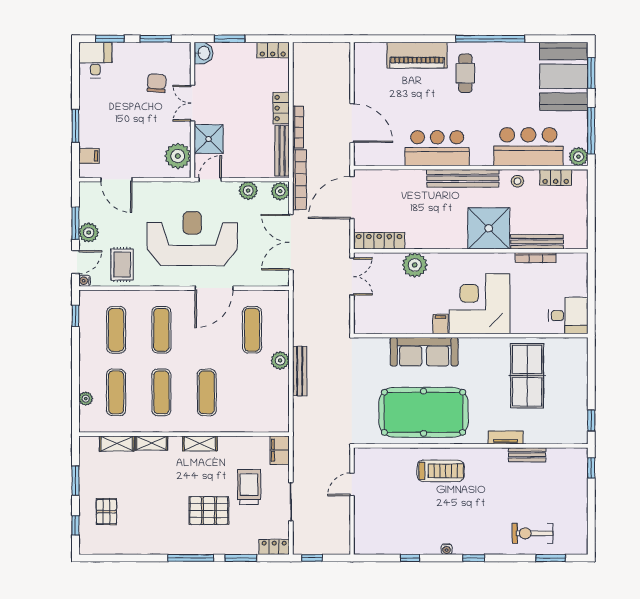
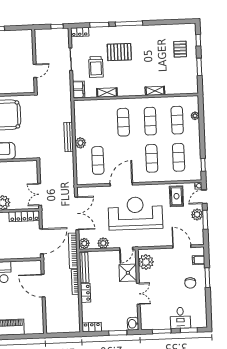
desk: (95, 60) -> (180, 318), moved
chair: (157, 83) -> (190, 283), moved
reception desk: (192, 239) -> (135, 213), turned 180
shelving: (117, 443) -> (176, 90), removed
shelving: (200, 443) -> (107, 92), moved

